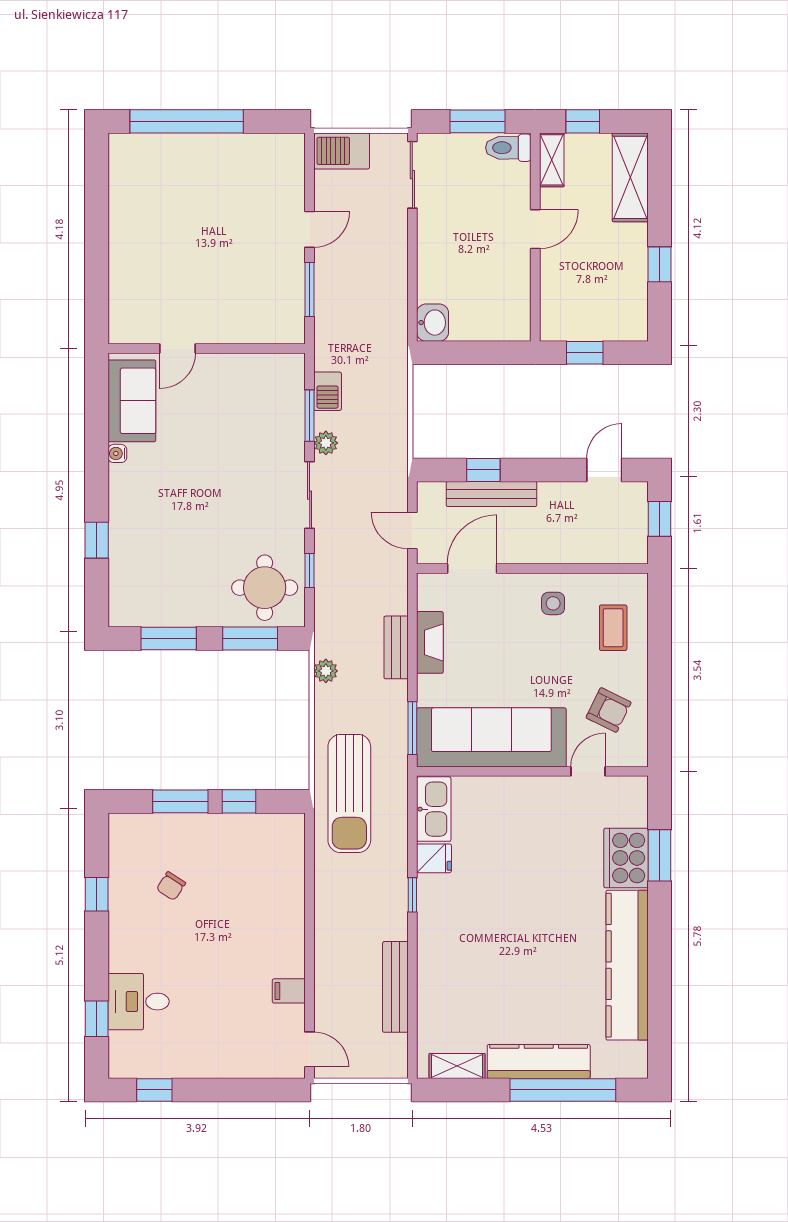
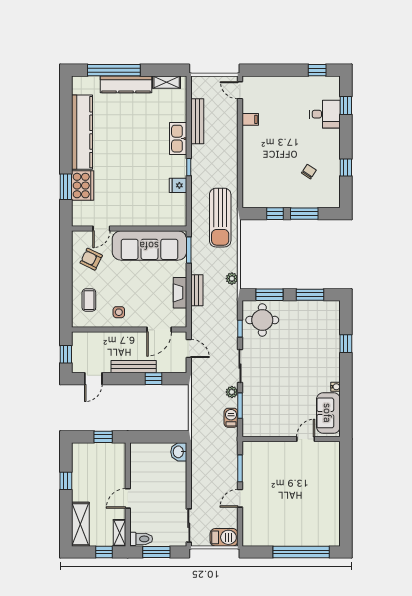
bench: (492, 494) -> (134, 367), moved
sun lounger: (349, 793) -> (220, 218), turned 180
kitchen sink: (434, 809) -> (178, 139), moved

